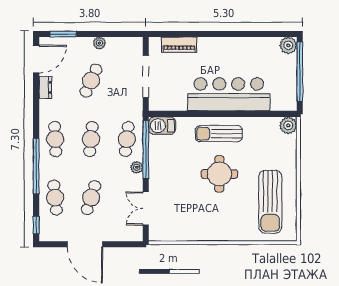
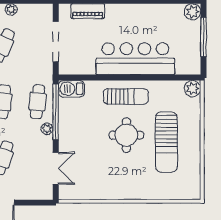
window: (300, 72) -> (204, 37), width x0.68
sun lounger: (219, 134) -> (126, 96), turned 180
sun lounger: (270, 202) -> (166, 142), moved
double door: (146, 208) -> (56, 168), swing flipped

